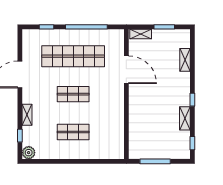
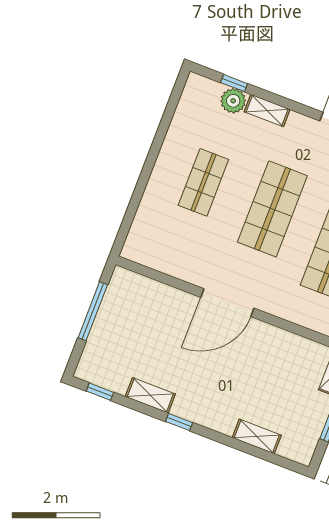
door: (126, 70) -> (227, 303), moved
shop shelf: (73, 94) -> (272, 209), width x1.43, depth x1.36
plant: (29, 153) -> (233, 101), moved

